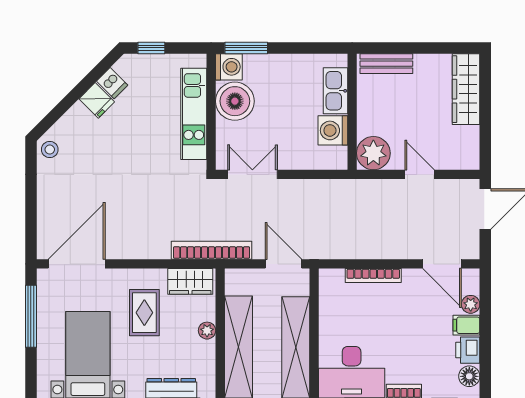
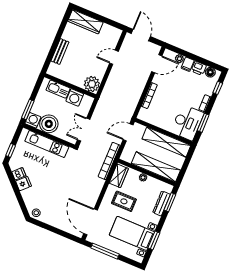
kitchen sink: (335, 91) -> (58, 89), moved
wall: (352, 112) -> (70, 86), moved
washing machine: (333, 130) -> (75, 97), moved
plant: (373, 153) -> (92, 84), moved

